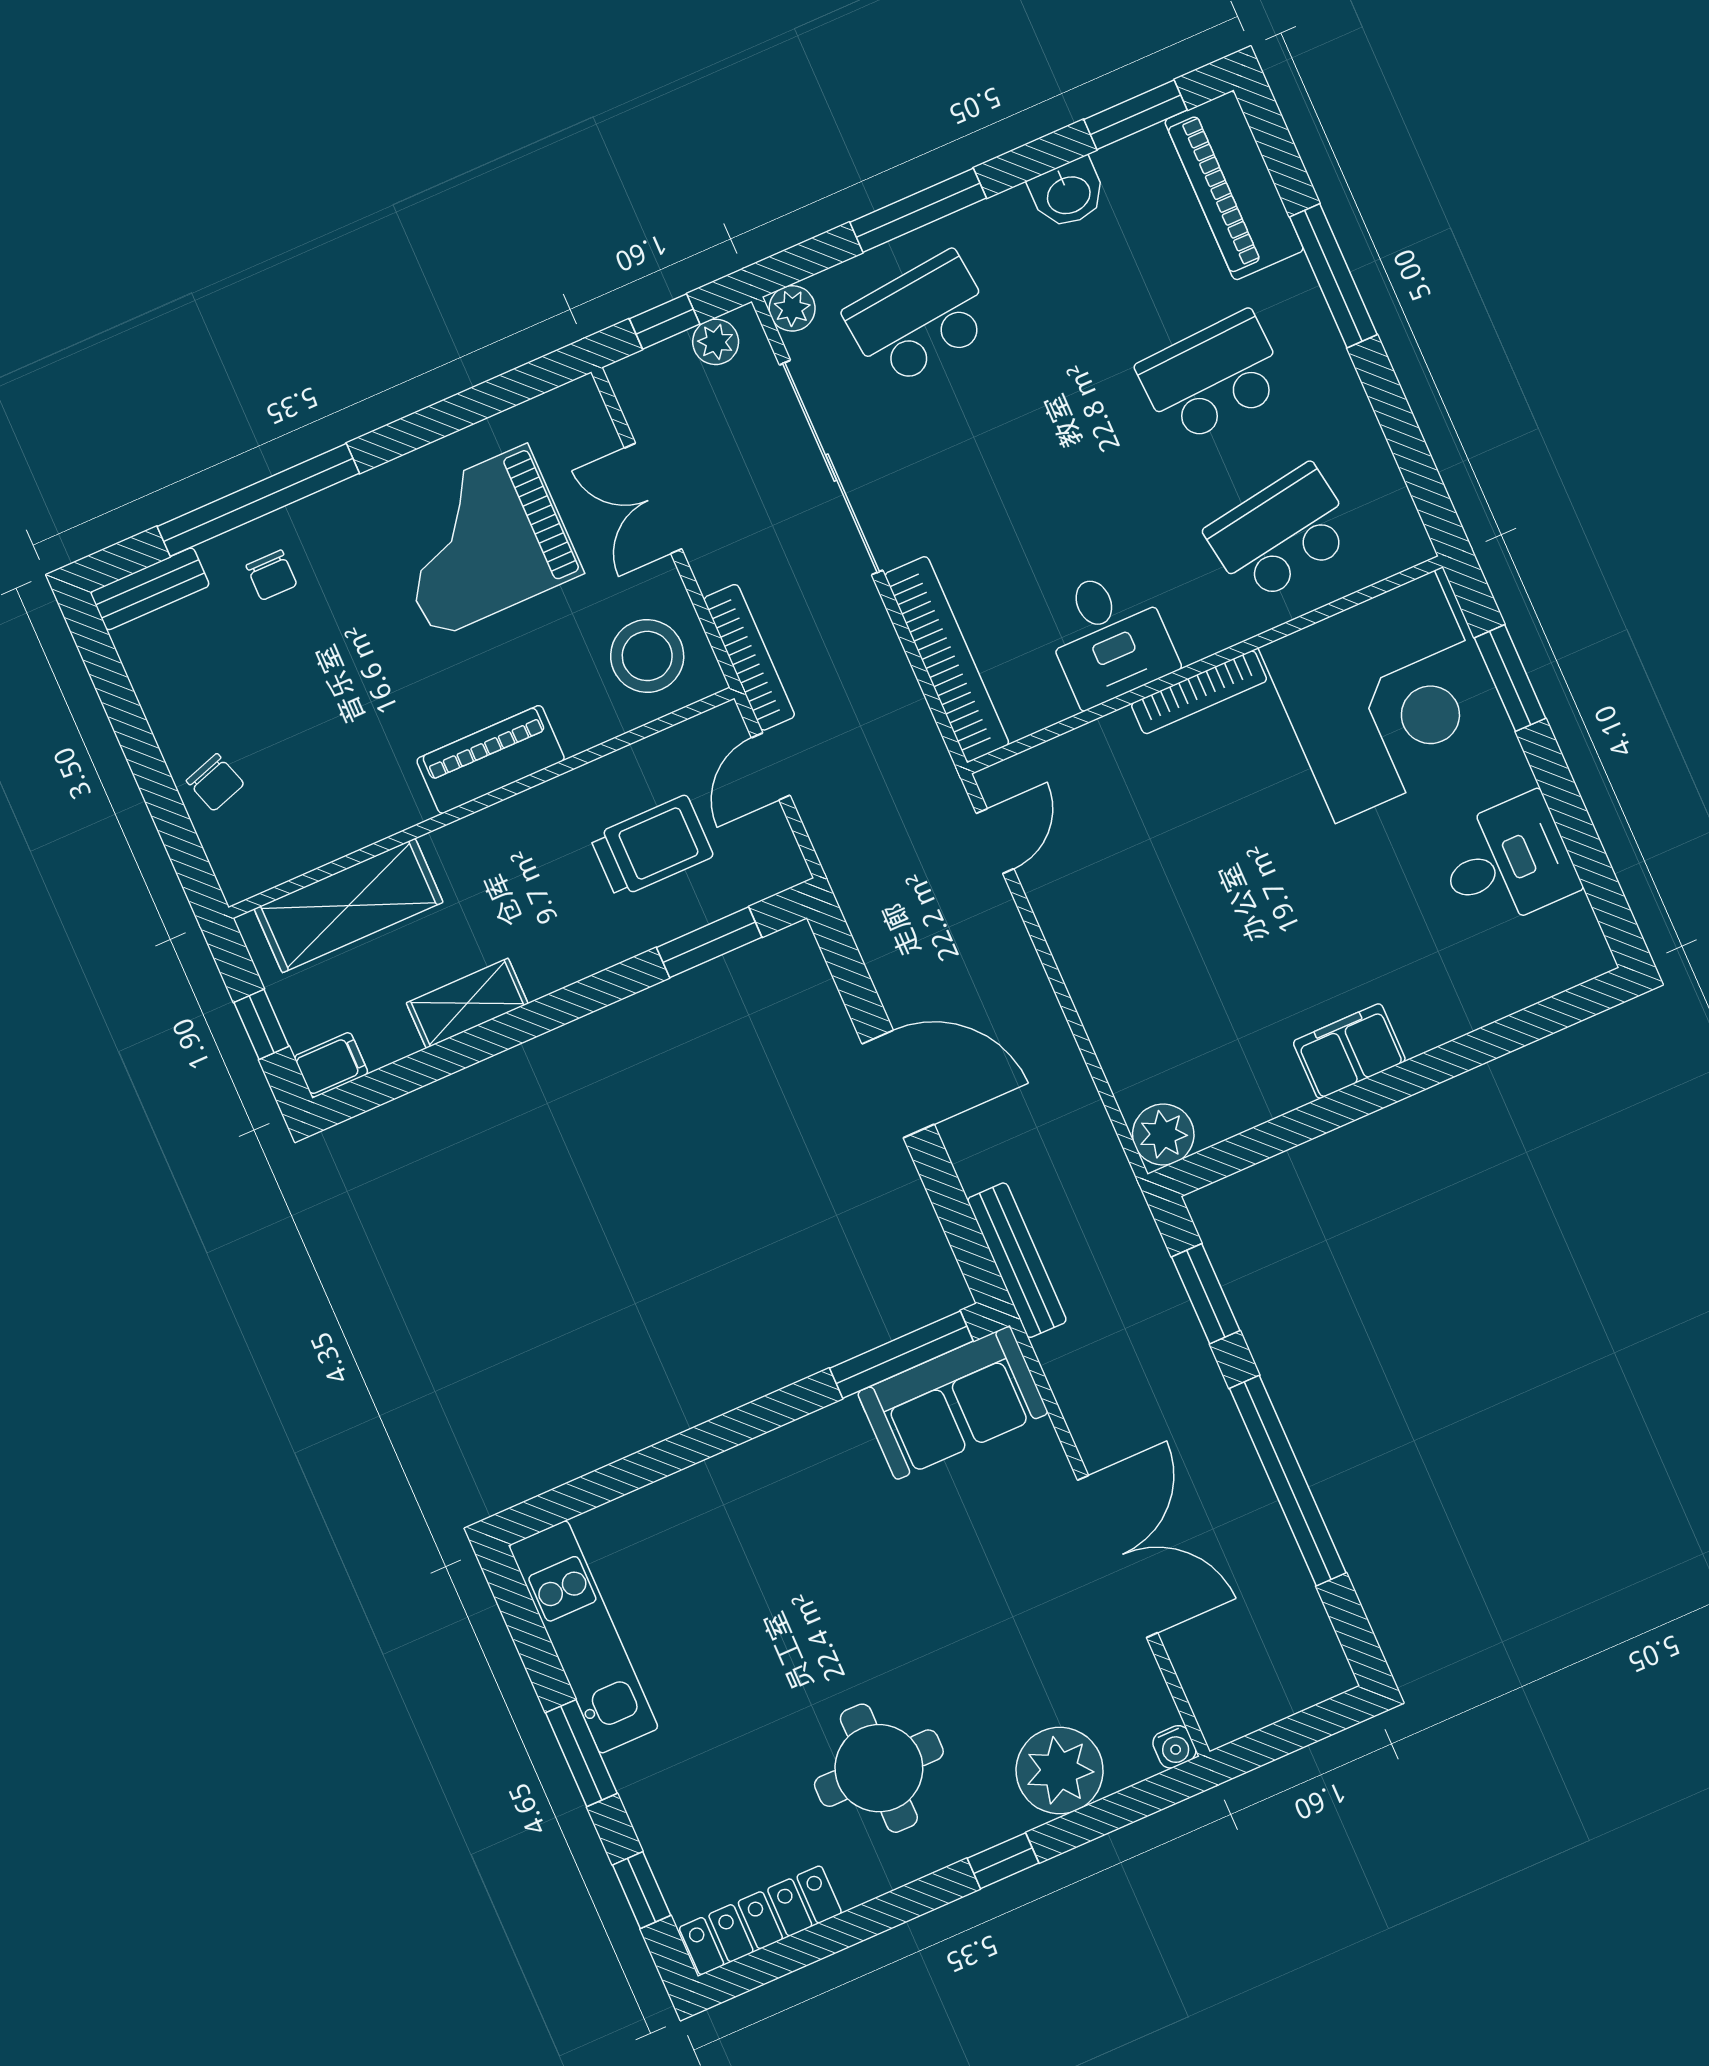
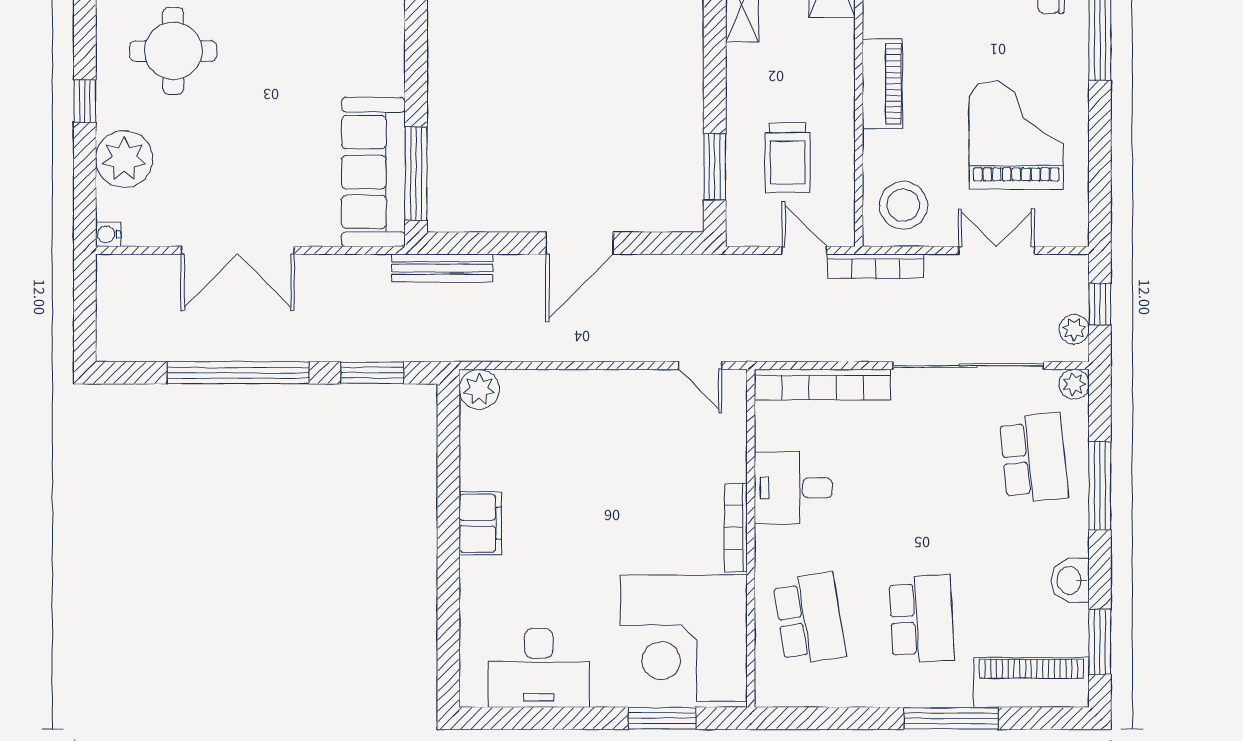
desk: (1507, 862) -> (539, 668), width x1.37
sofa: (953, 1403) -> (373, 172), width x1.36

